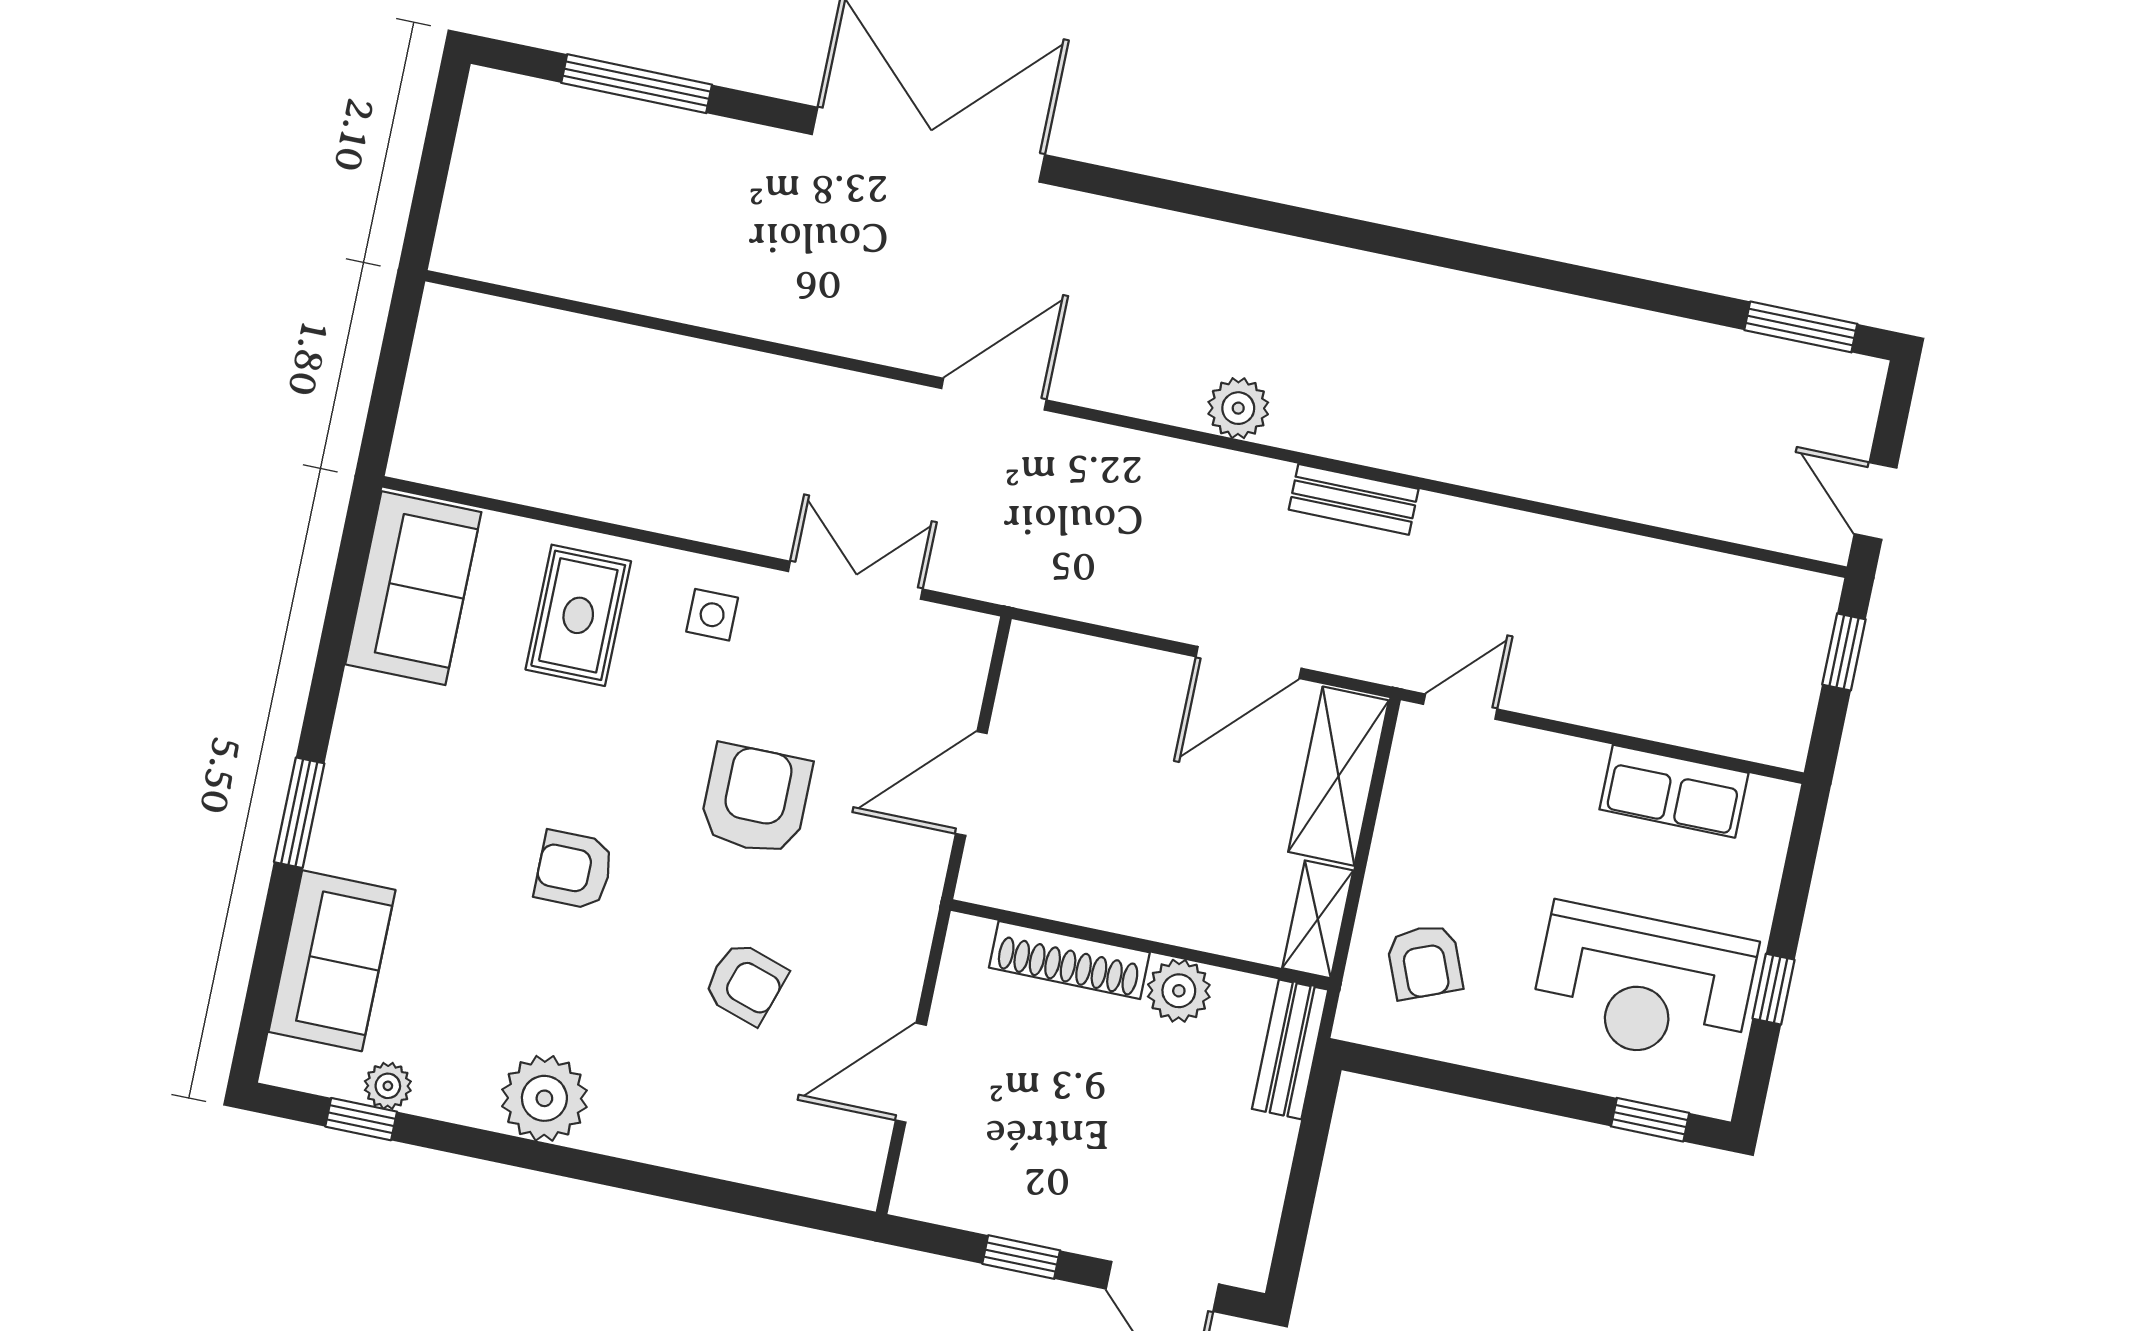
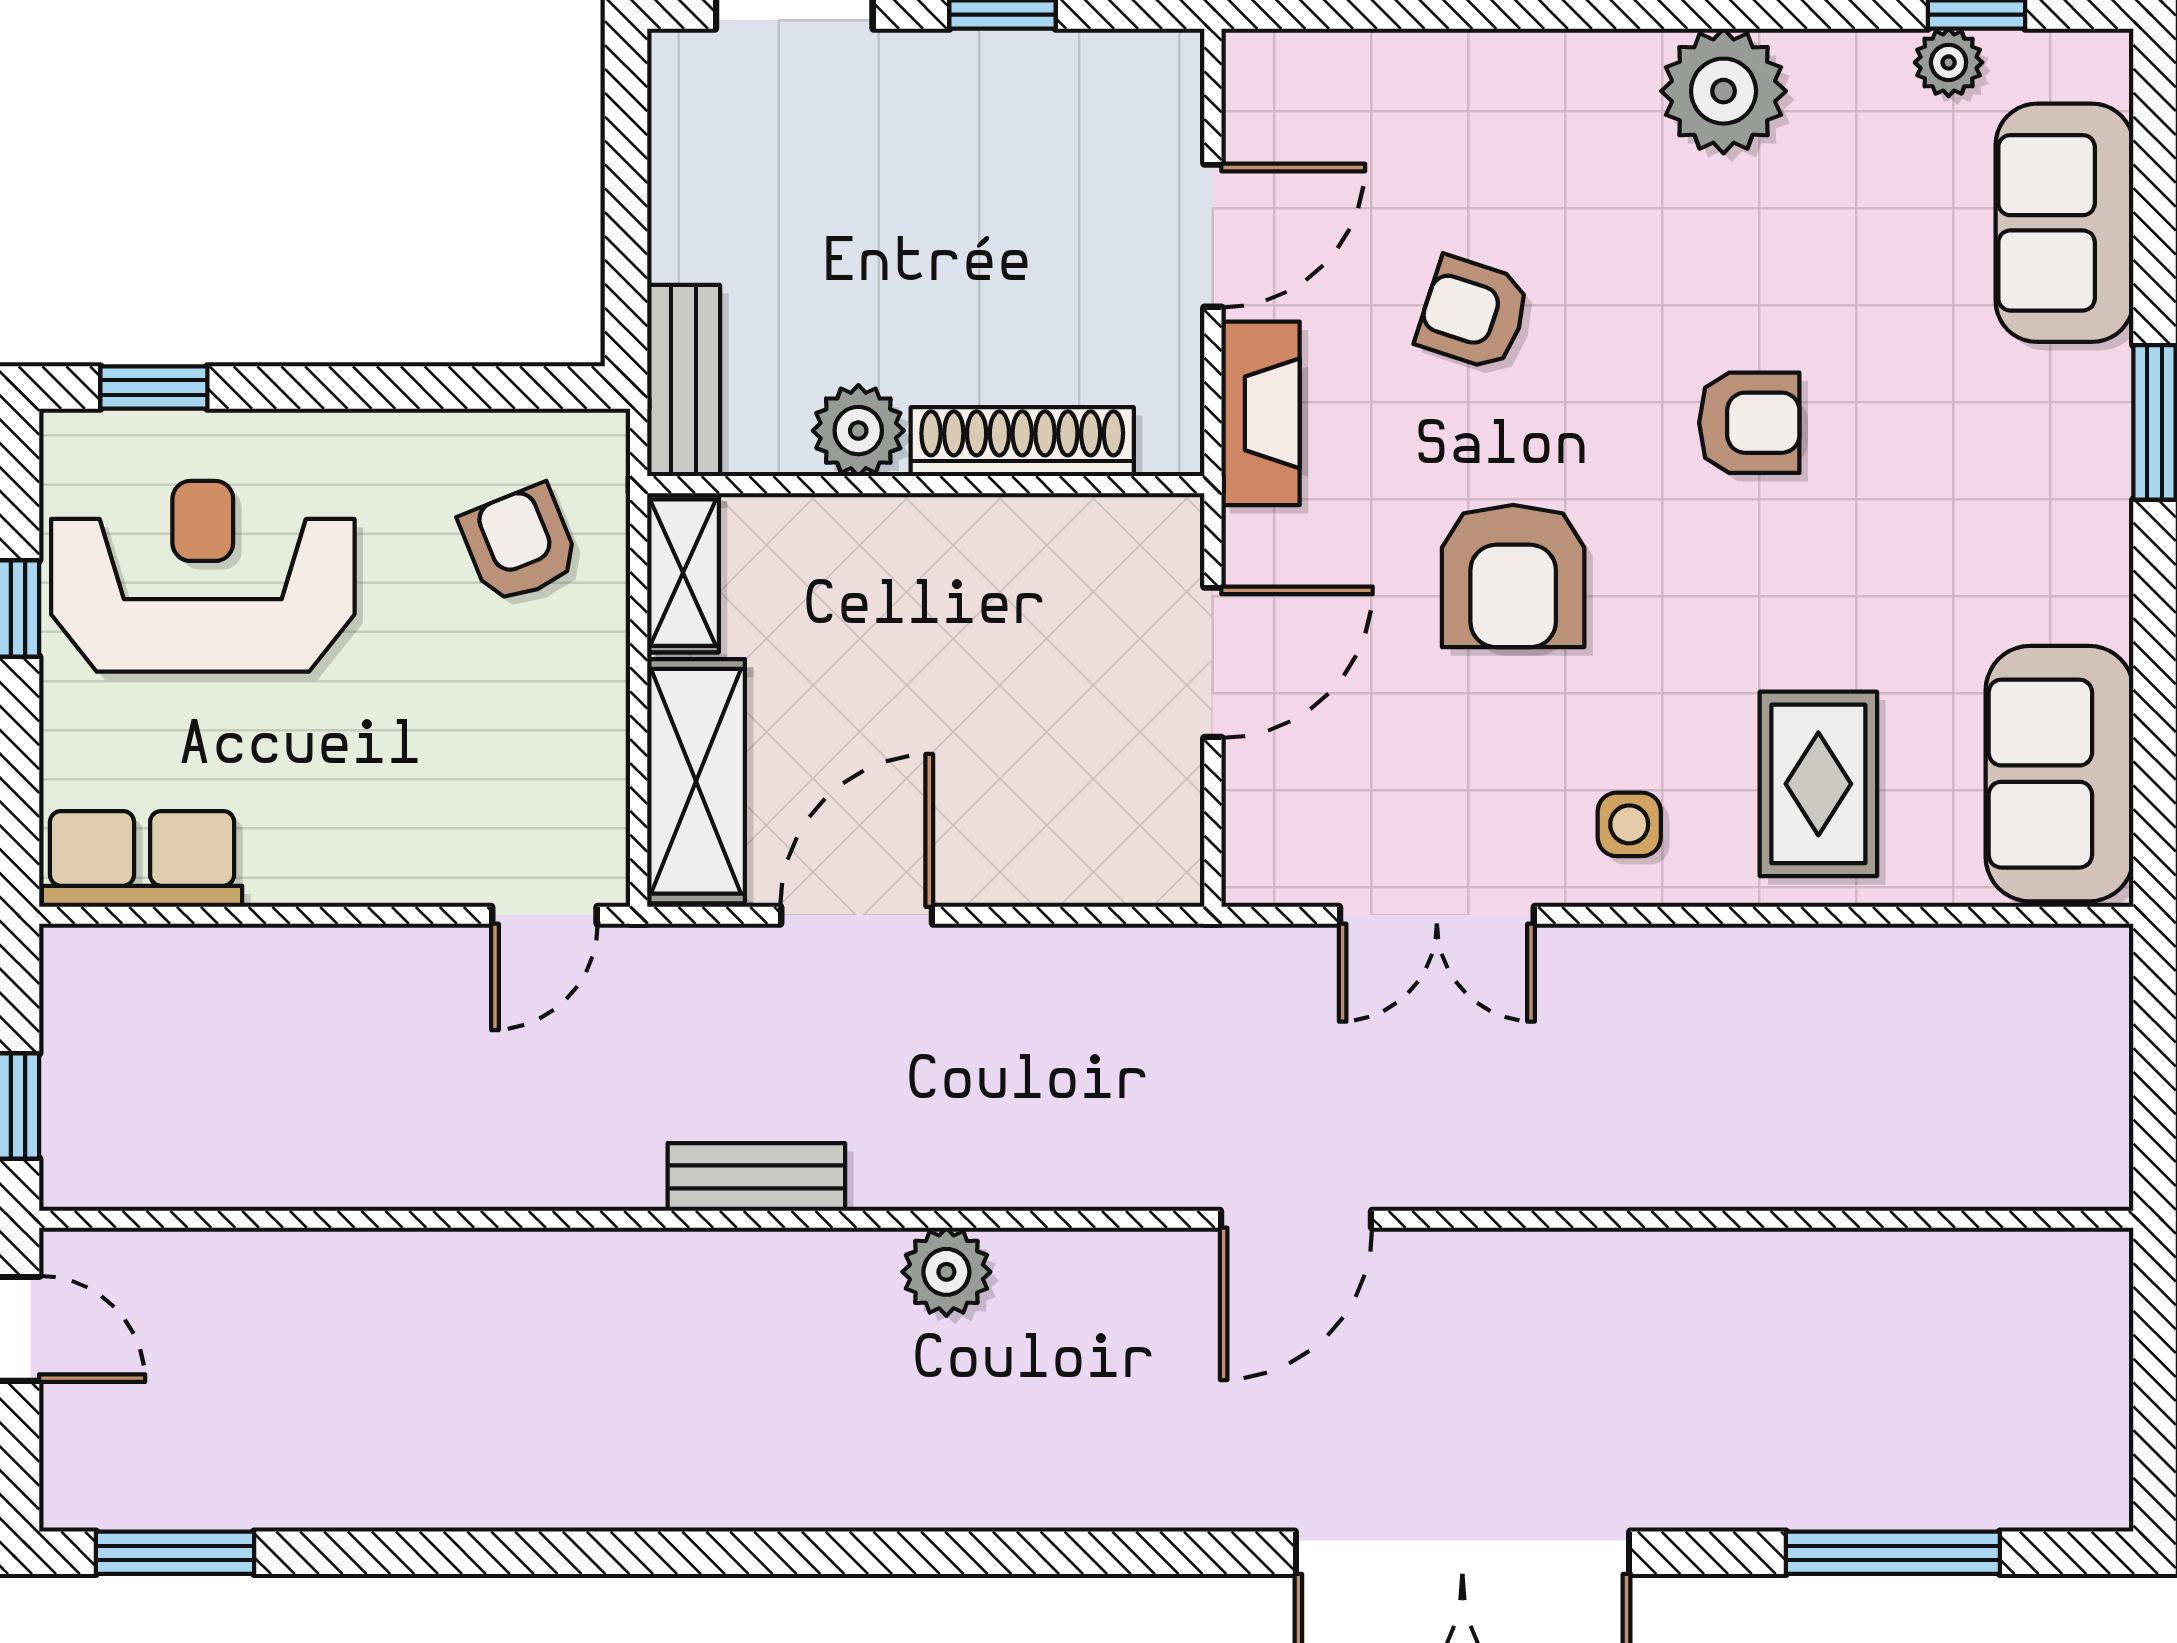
row of seats: (1674, 791) -> (142, 859), moved
fireplace: (904, 945) -> (1261, 413), added

